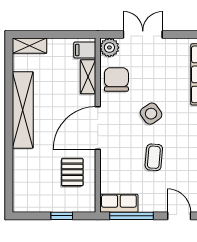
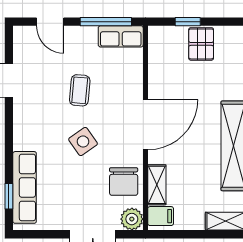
pallet: (72, 172) -> (201, 44), moved

